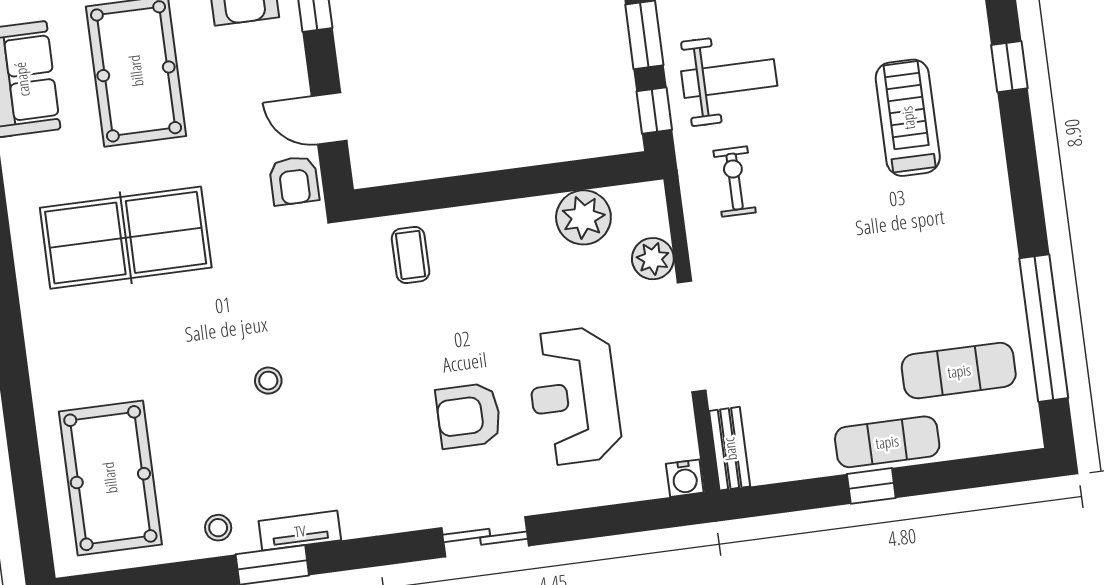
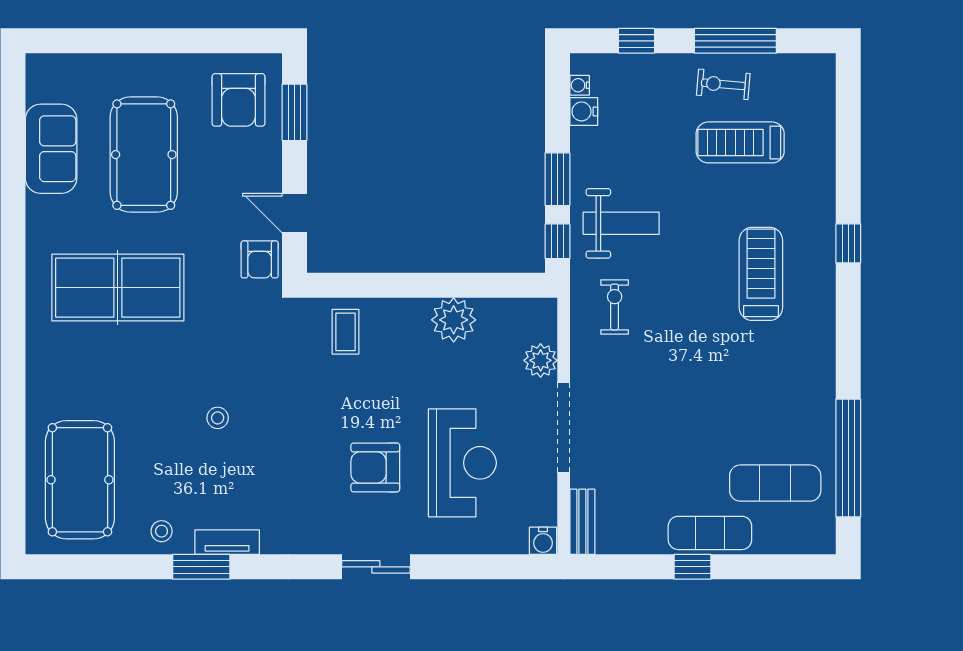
plant: (583, 217) -> (454, 320), moved
reception desk: (574, 396) -> (462, 463), turned 180

